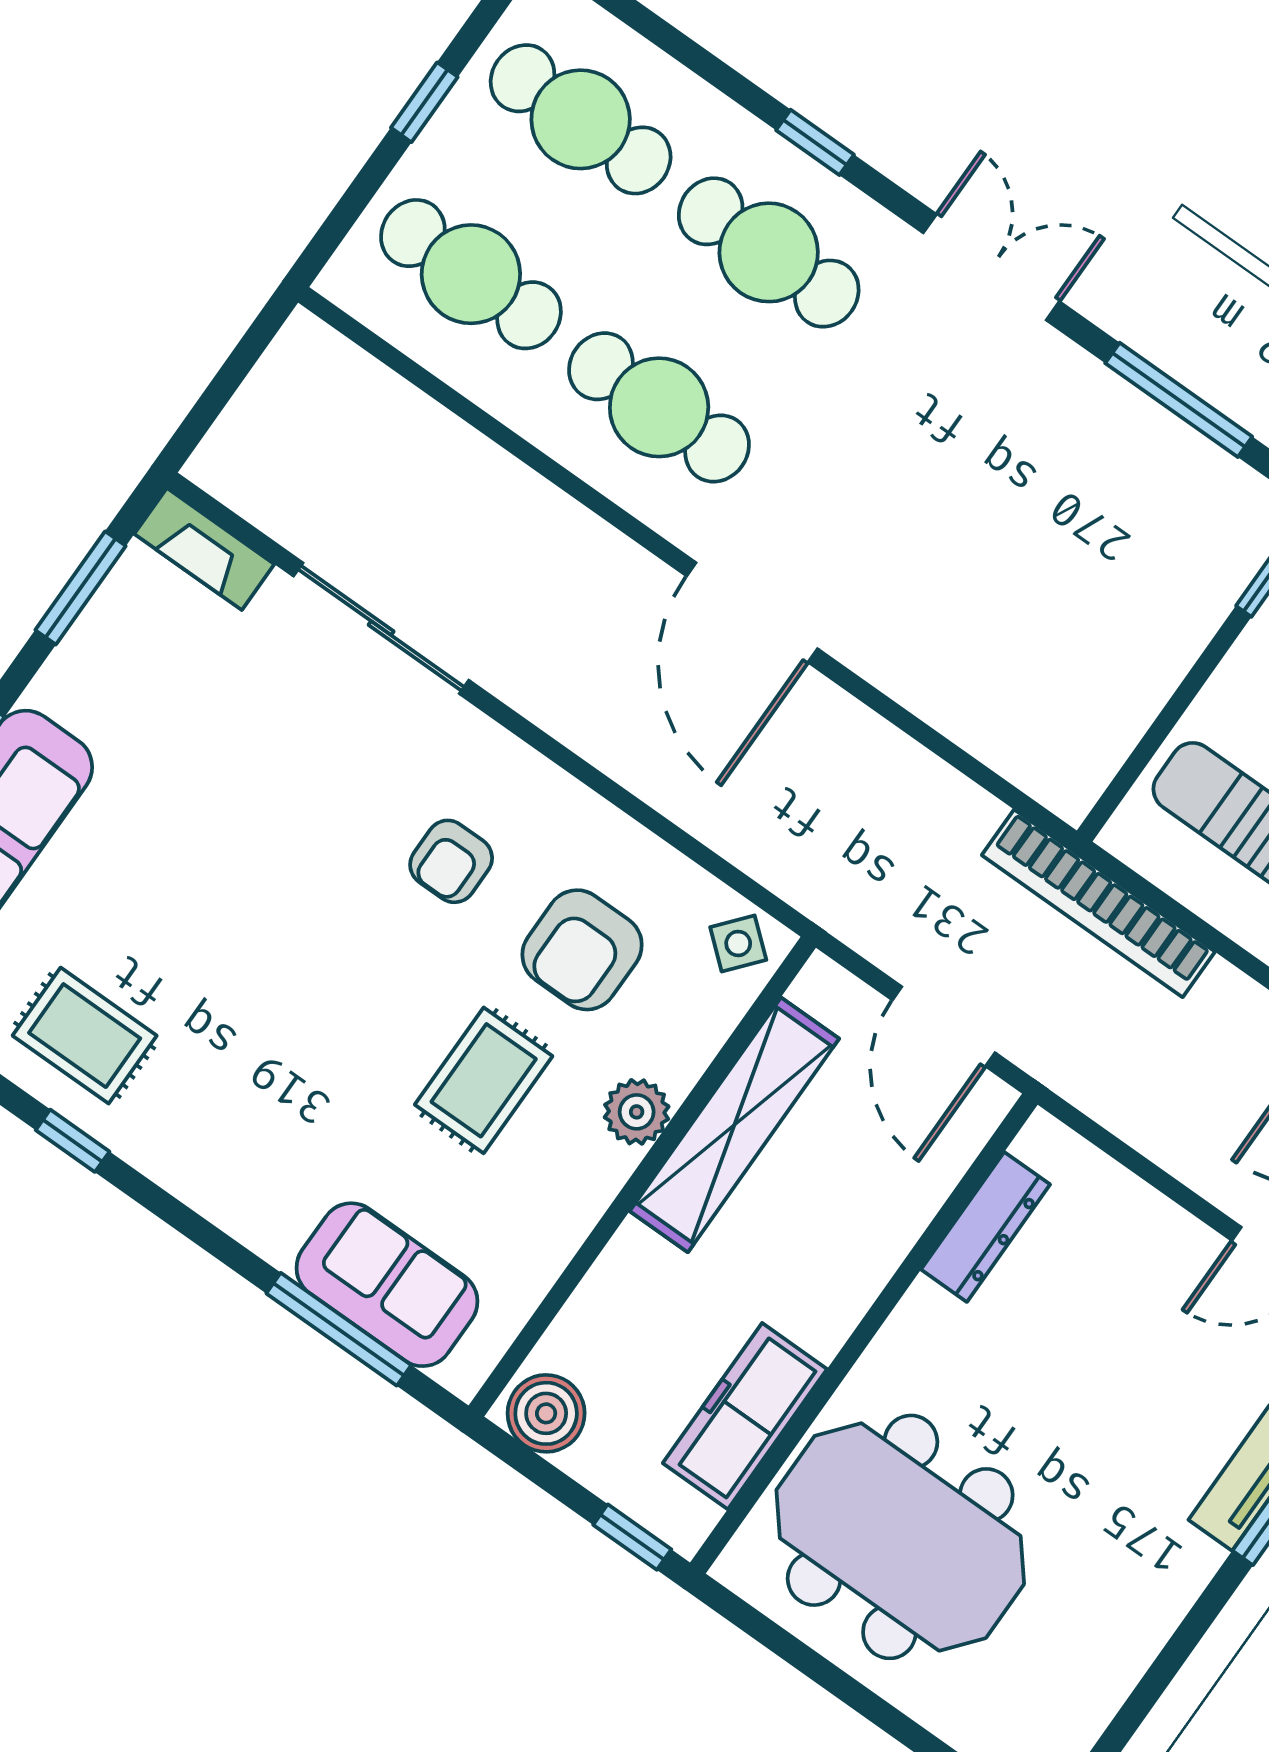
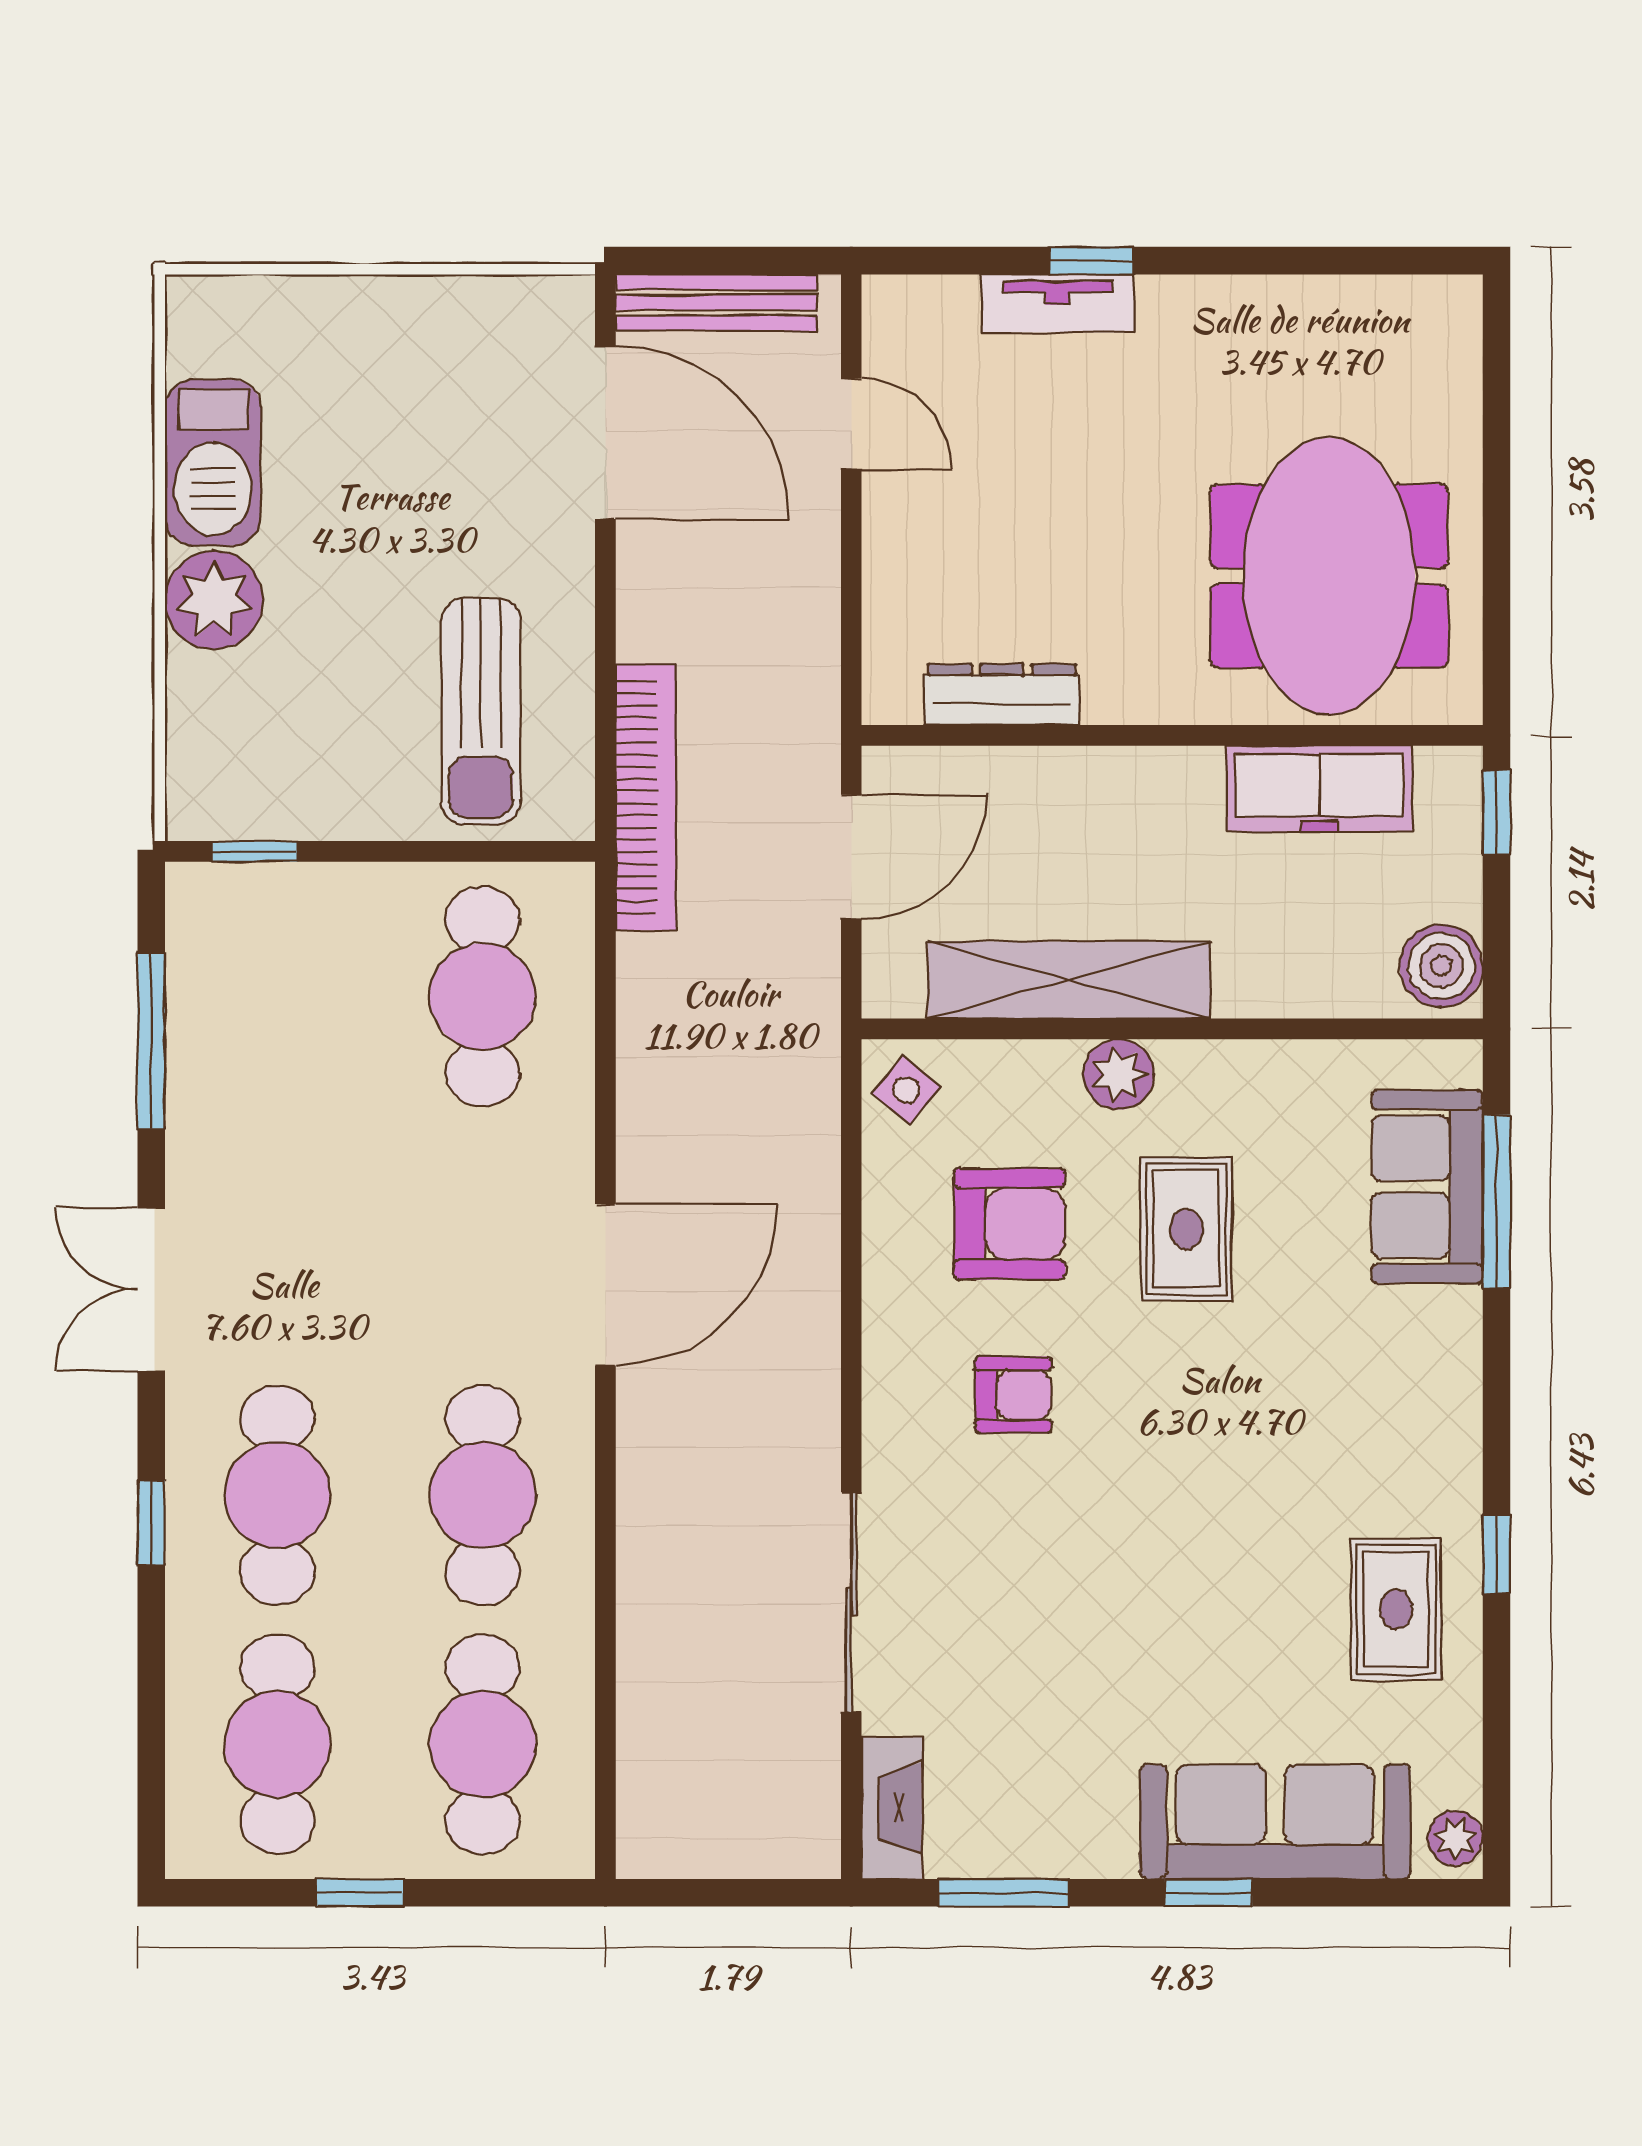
cafe table: (1035, 674) -> (483, 996), added
rug: (484, 1080) -> (1186, 1229), turned 90

